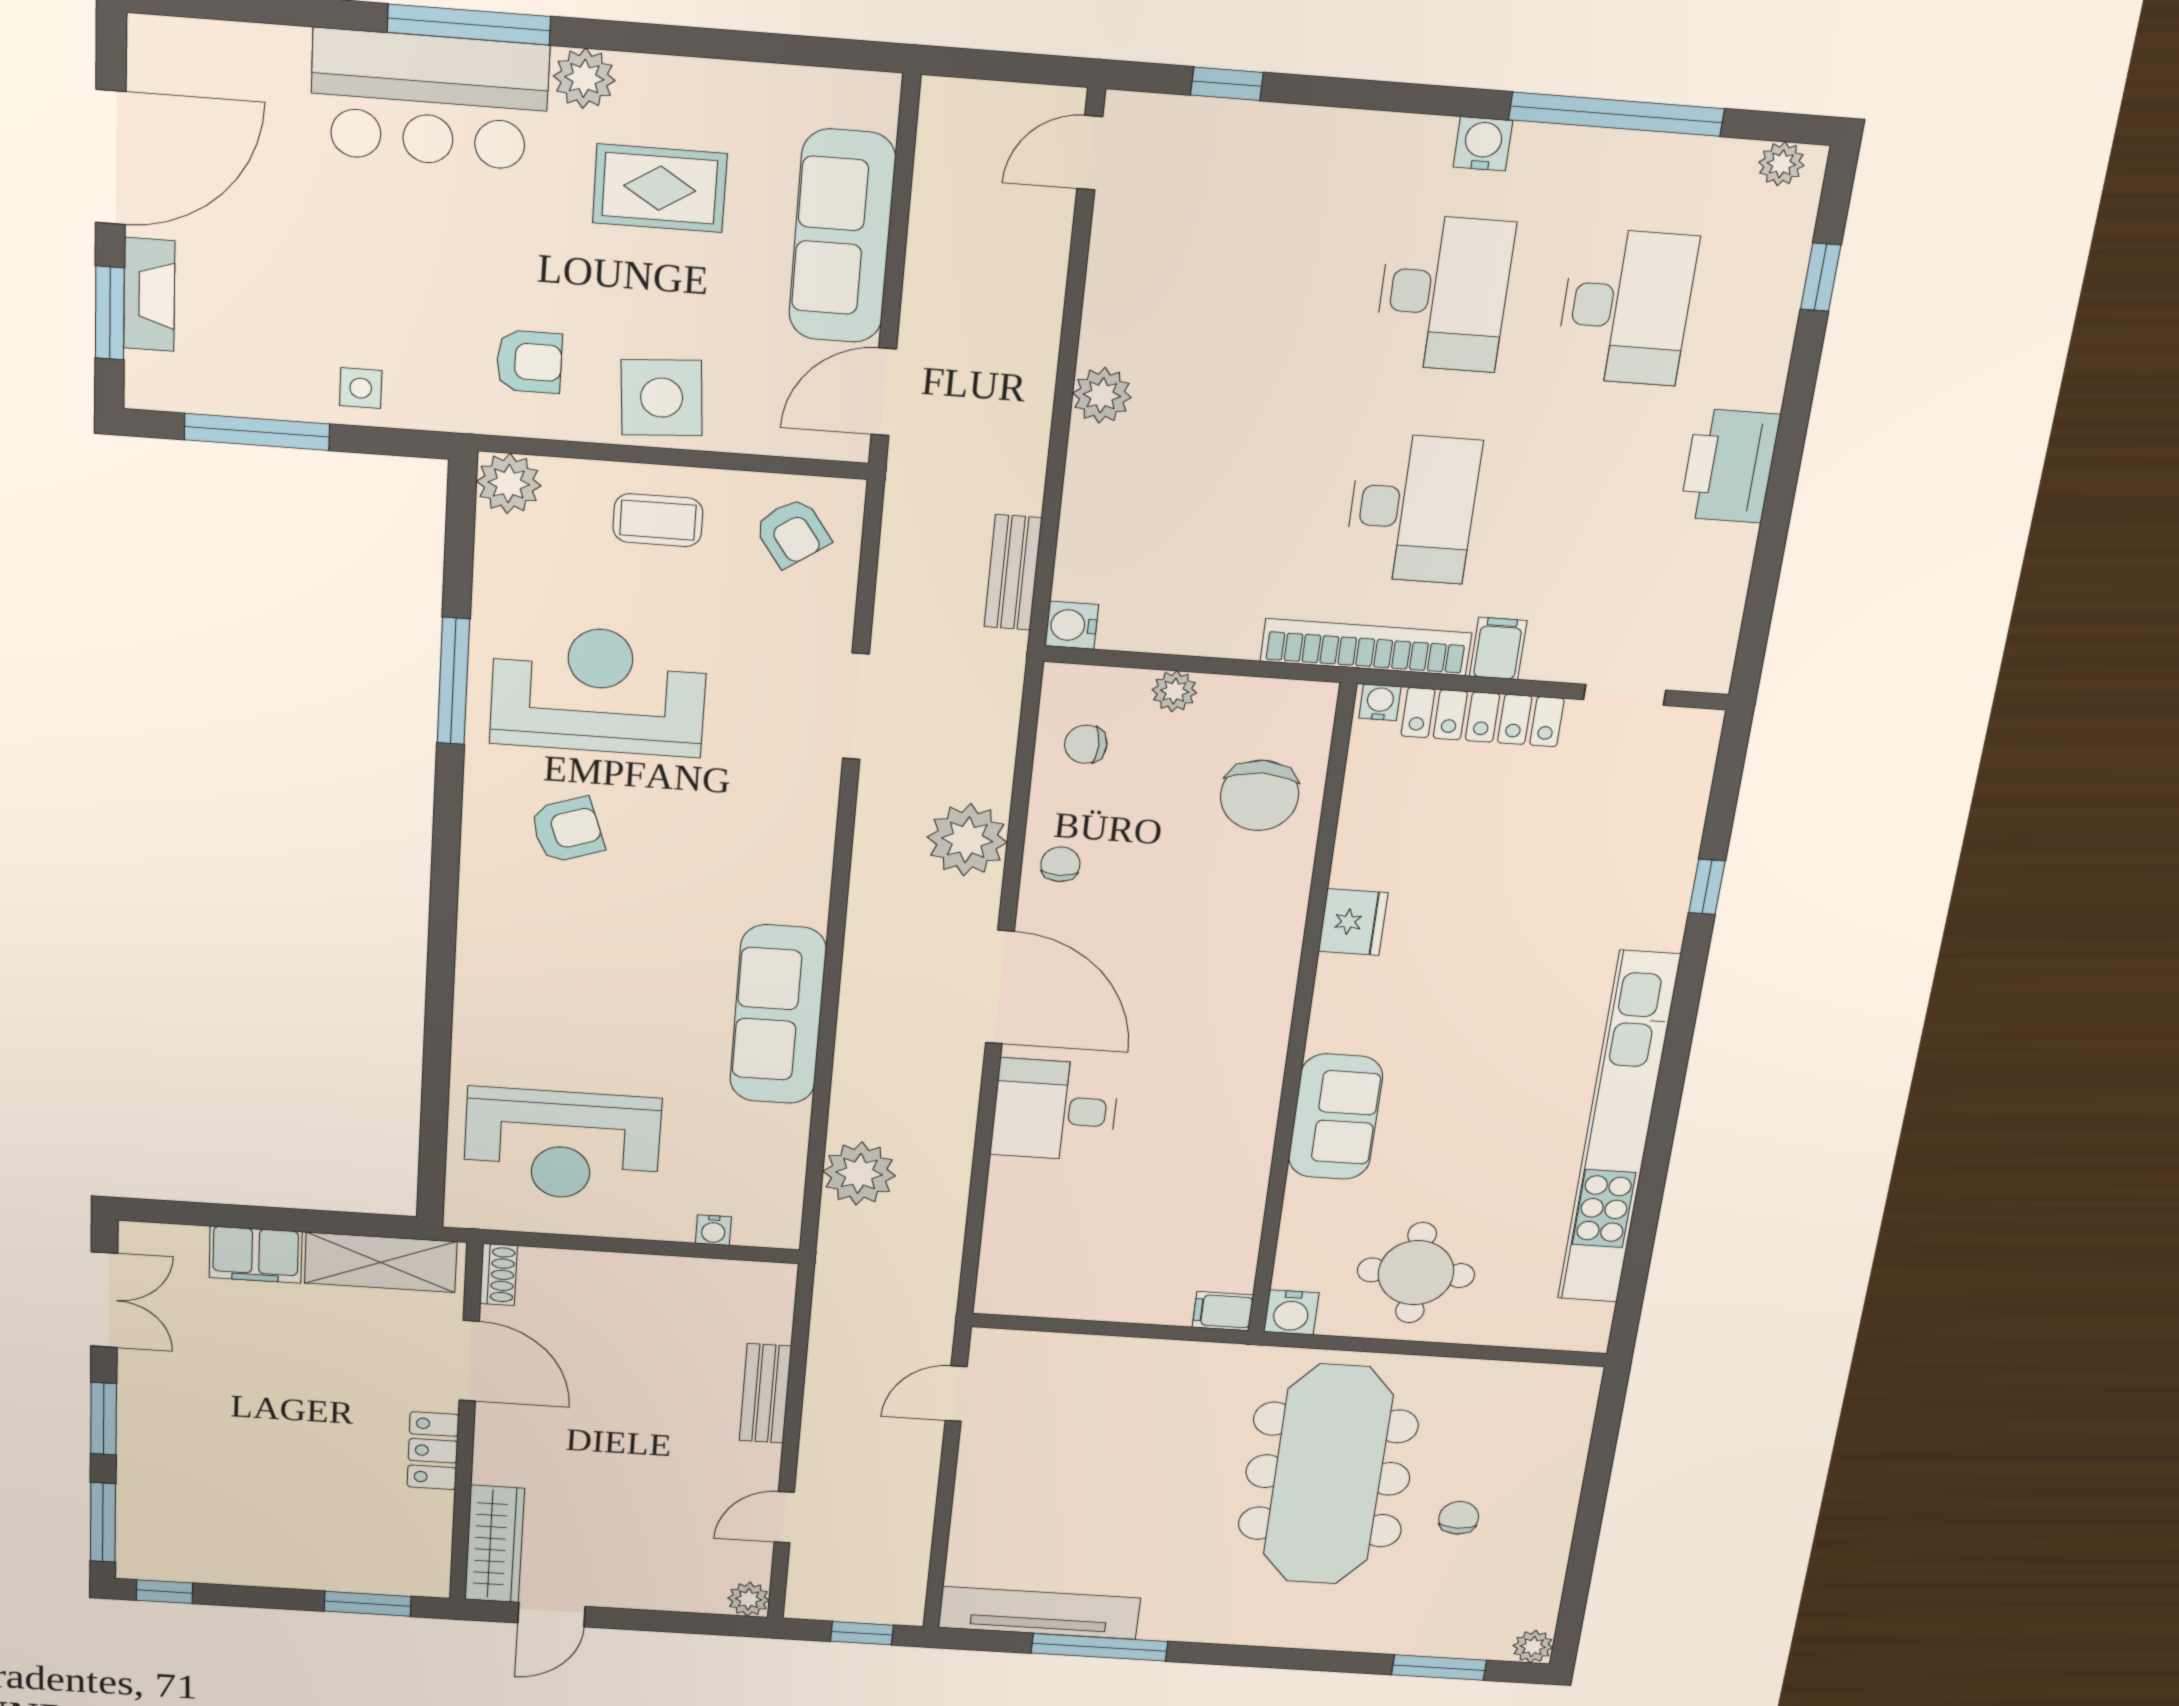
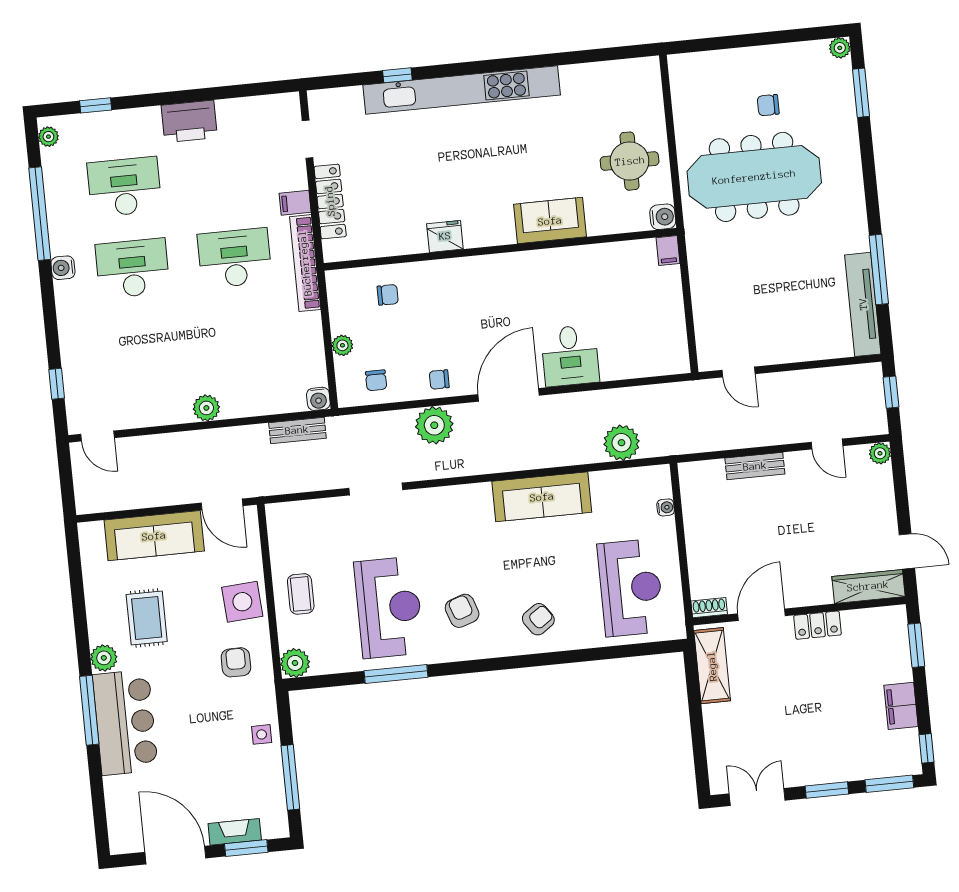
armchair: (792, 533) -> (538, 619), moved
reception desk: (599, 690) -> (389, 607), turned 180
water cooler: (1380, 702) -> (331, 250), removed
chair: (1260, 795) -> (388, 295), width x0.54, depth x0.54
kitchen unit: (1618, 1129) -> (462, 90), moved
filing cabinet: (256, 1255) -> (901, 706), moved, turned 180

